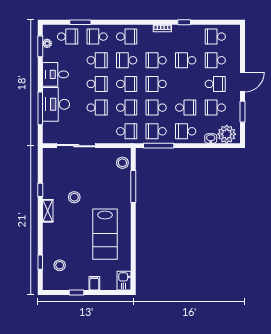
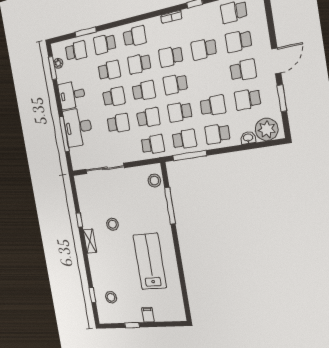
school desk: (156, 131) -> (184, 139), turned 180
lab bench: (105, 234) -> (150, 261), turned 180
kitchen sink: (124, 281) -> (178, 311), removed

